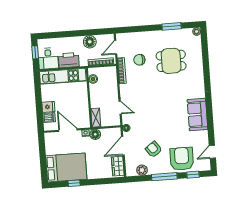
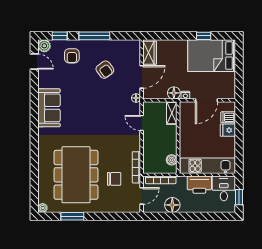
dining table: (171, 61) -> (76, 175), width x1.88, depth x1.24
door: (68, 130) -> (207, 100), hinge flipped
door: (212, 152) -> (34, 62), hinge flipped
armchair: (182, 159) -> (72, 56), width x0.53, depth x0.53
plant: (142, 170) -> (44, 46), moved

